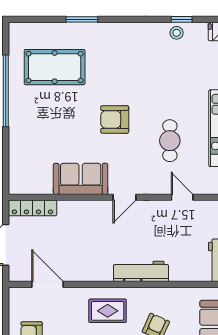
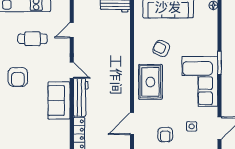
workbench: (141, 271) -> (81, 97), moved, turned 180
rug: (108, 311) -> (150, 82), width x1.36, depth x1.43

